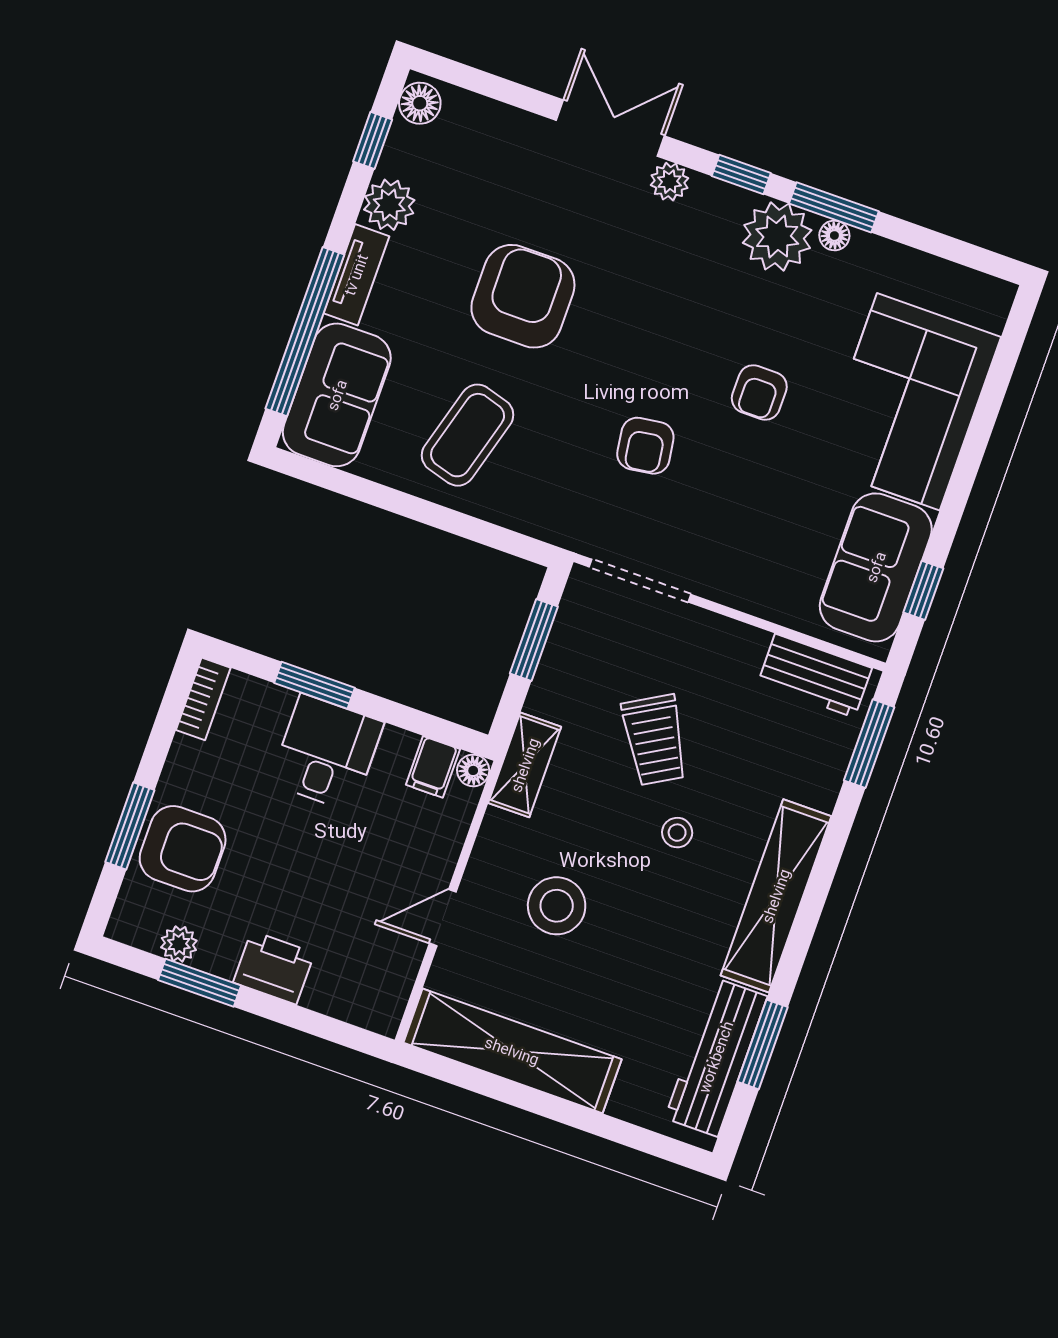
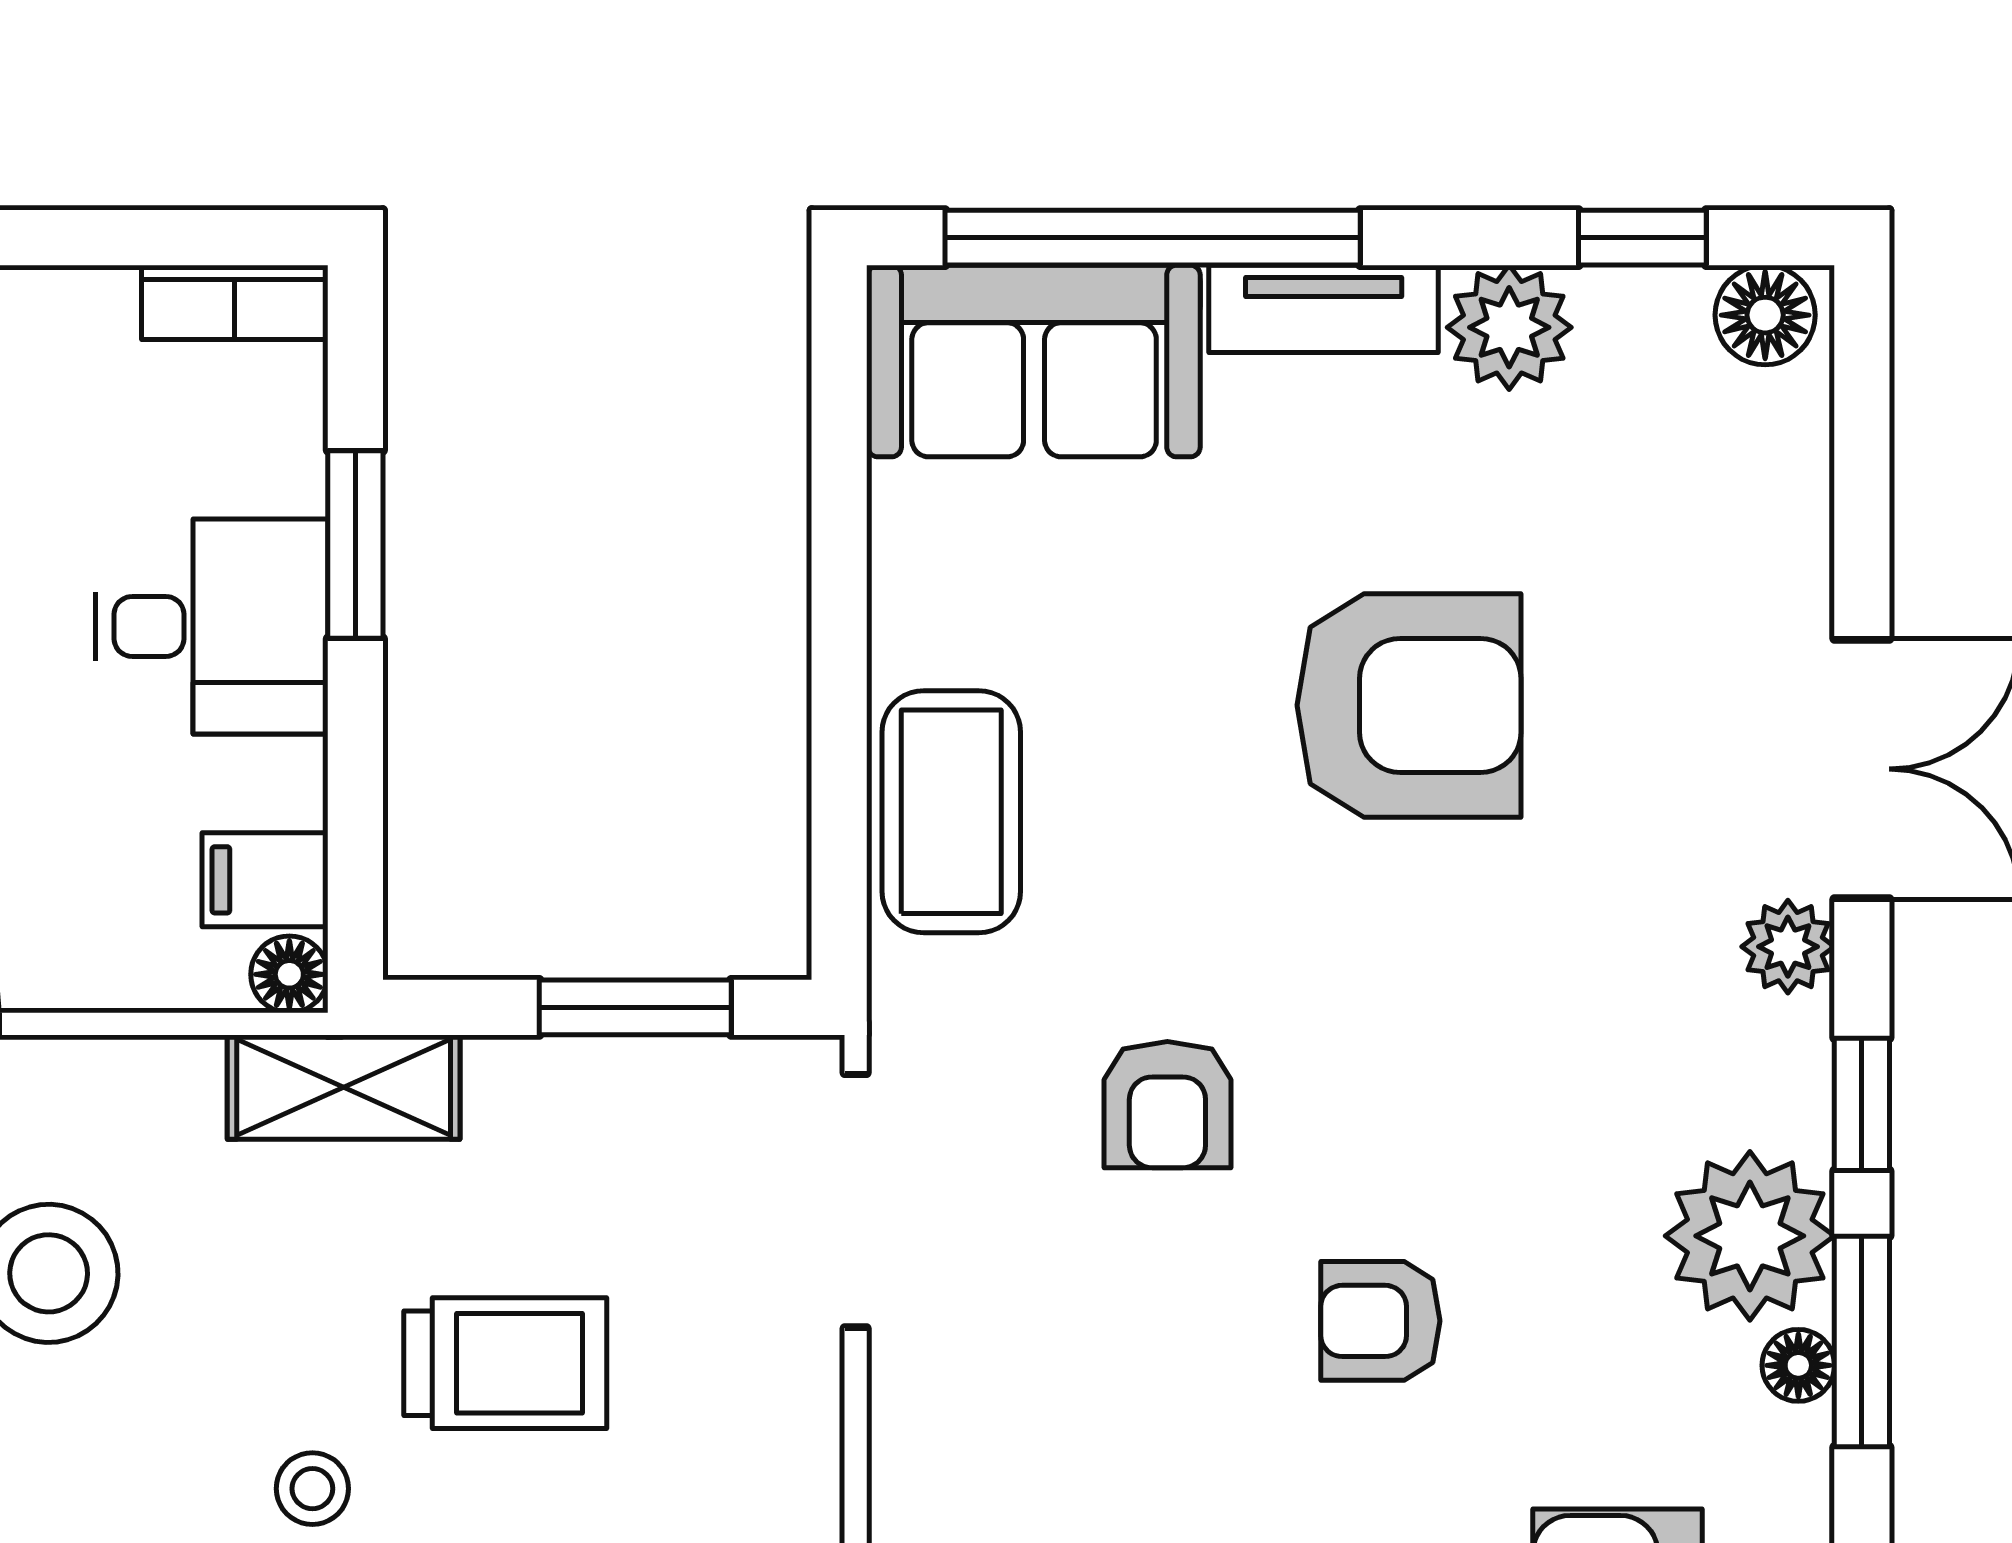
coffee table: (468, 435) -> (951, 812), moved, turned 74
armchair: (645, 446) -> (1167, 1105), turned -82
trolley: (655, 740) -> (505, 1363), turned -150

